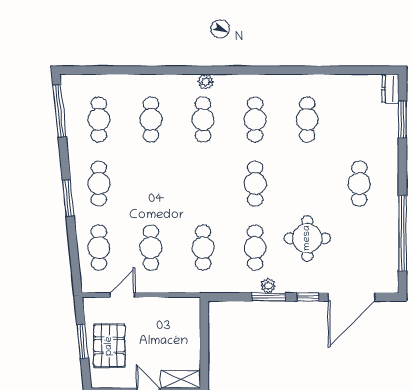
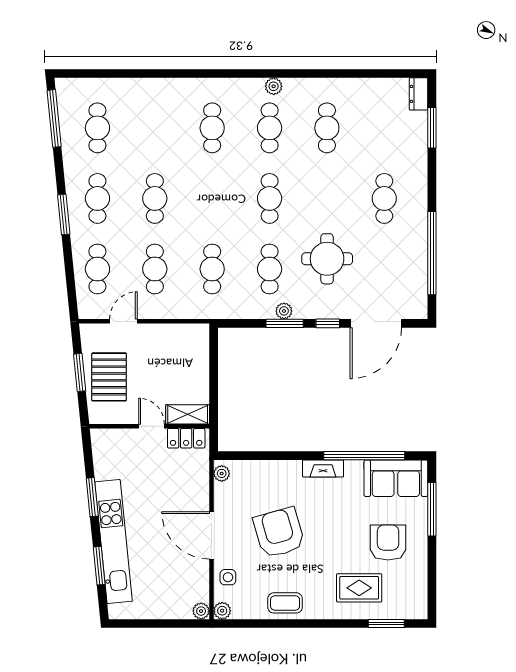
plant: (206, 82) -> (274, 86), moved
cafe table: (151, 119) -> (155, 198), moved

